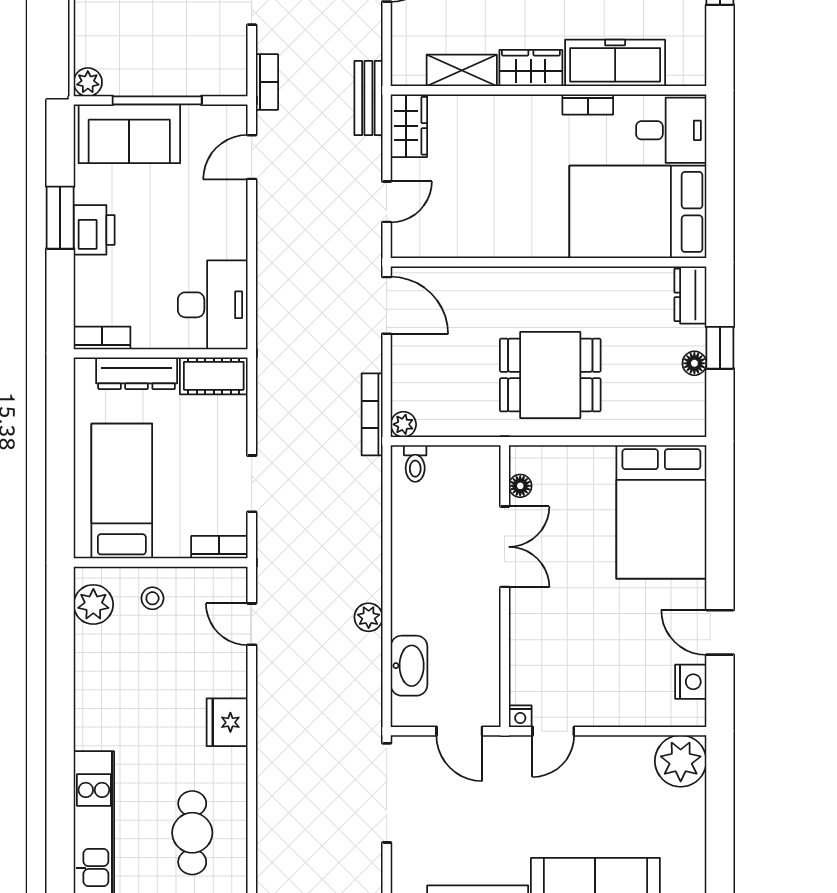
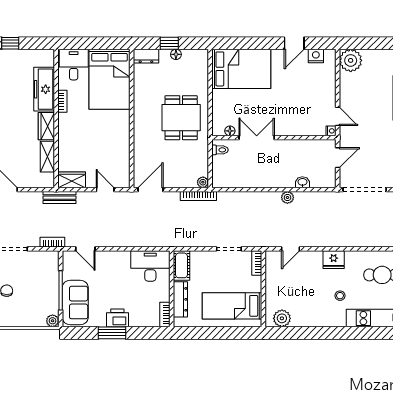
toilet: (415, 463) -> (220, 150), moved
stool: (152, 598) -> (340, 296), moved
washbasin: (409, 666) -> (302, 182), width x0.52, depth x0.69

